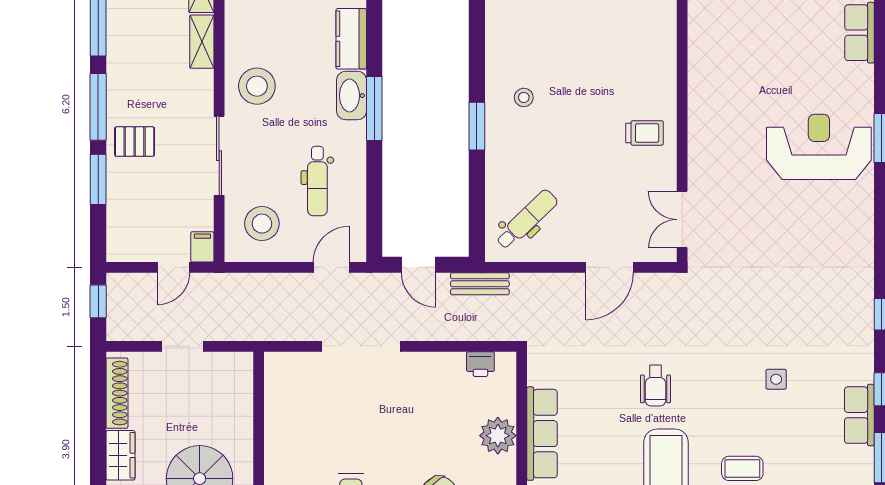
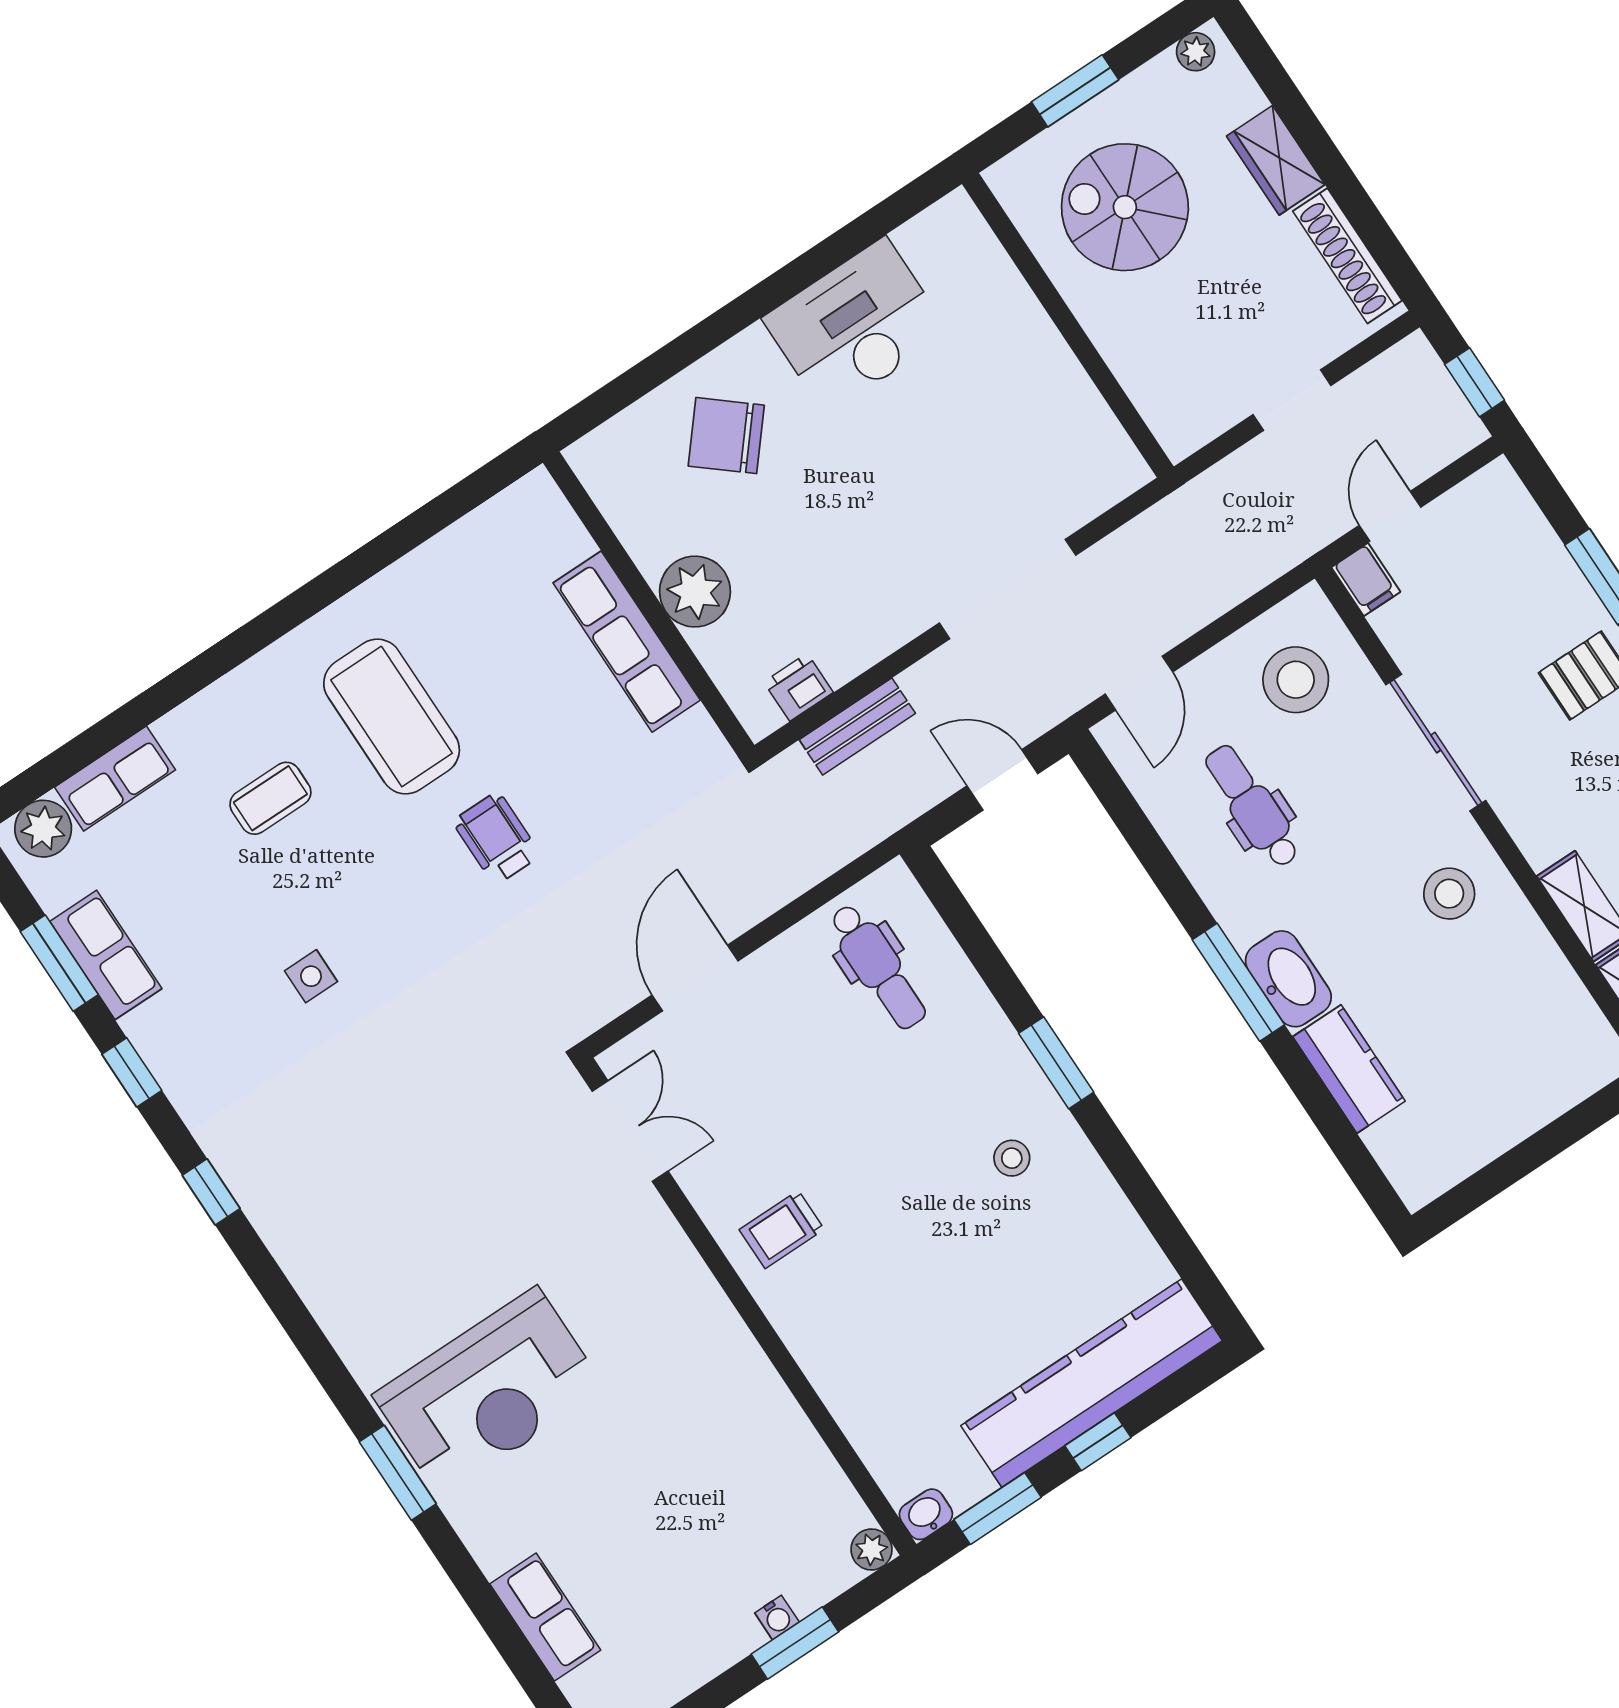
stool: (257, 86) -> (1449, 894), width x0.73, depth x0.73
dental chair: (527, 220) -> (878, 967), turned -46
bench: (480, 284) -> (857, 727), moved
row of seats: (859, 415) -> (106, 955), moved

